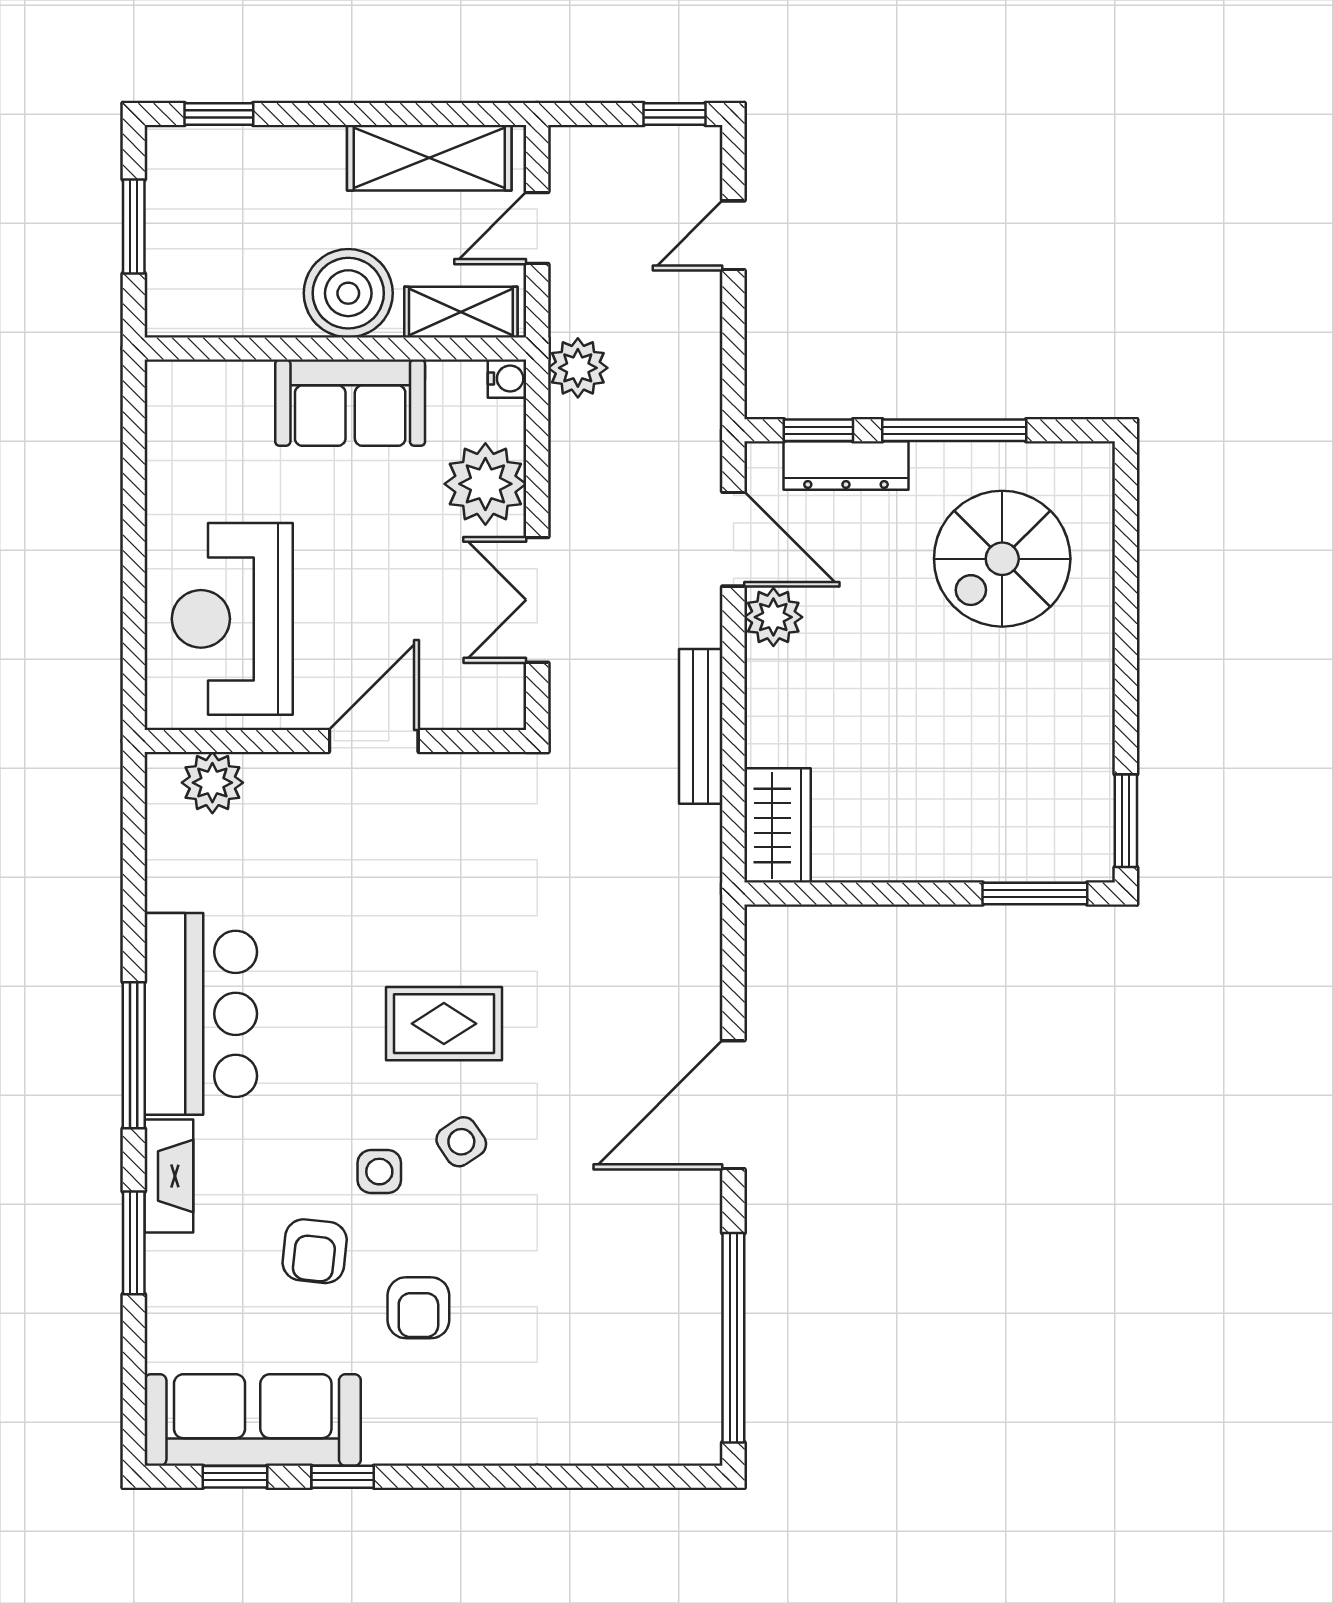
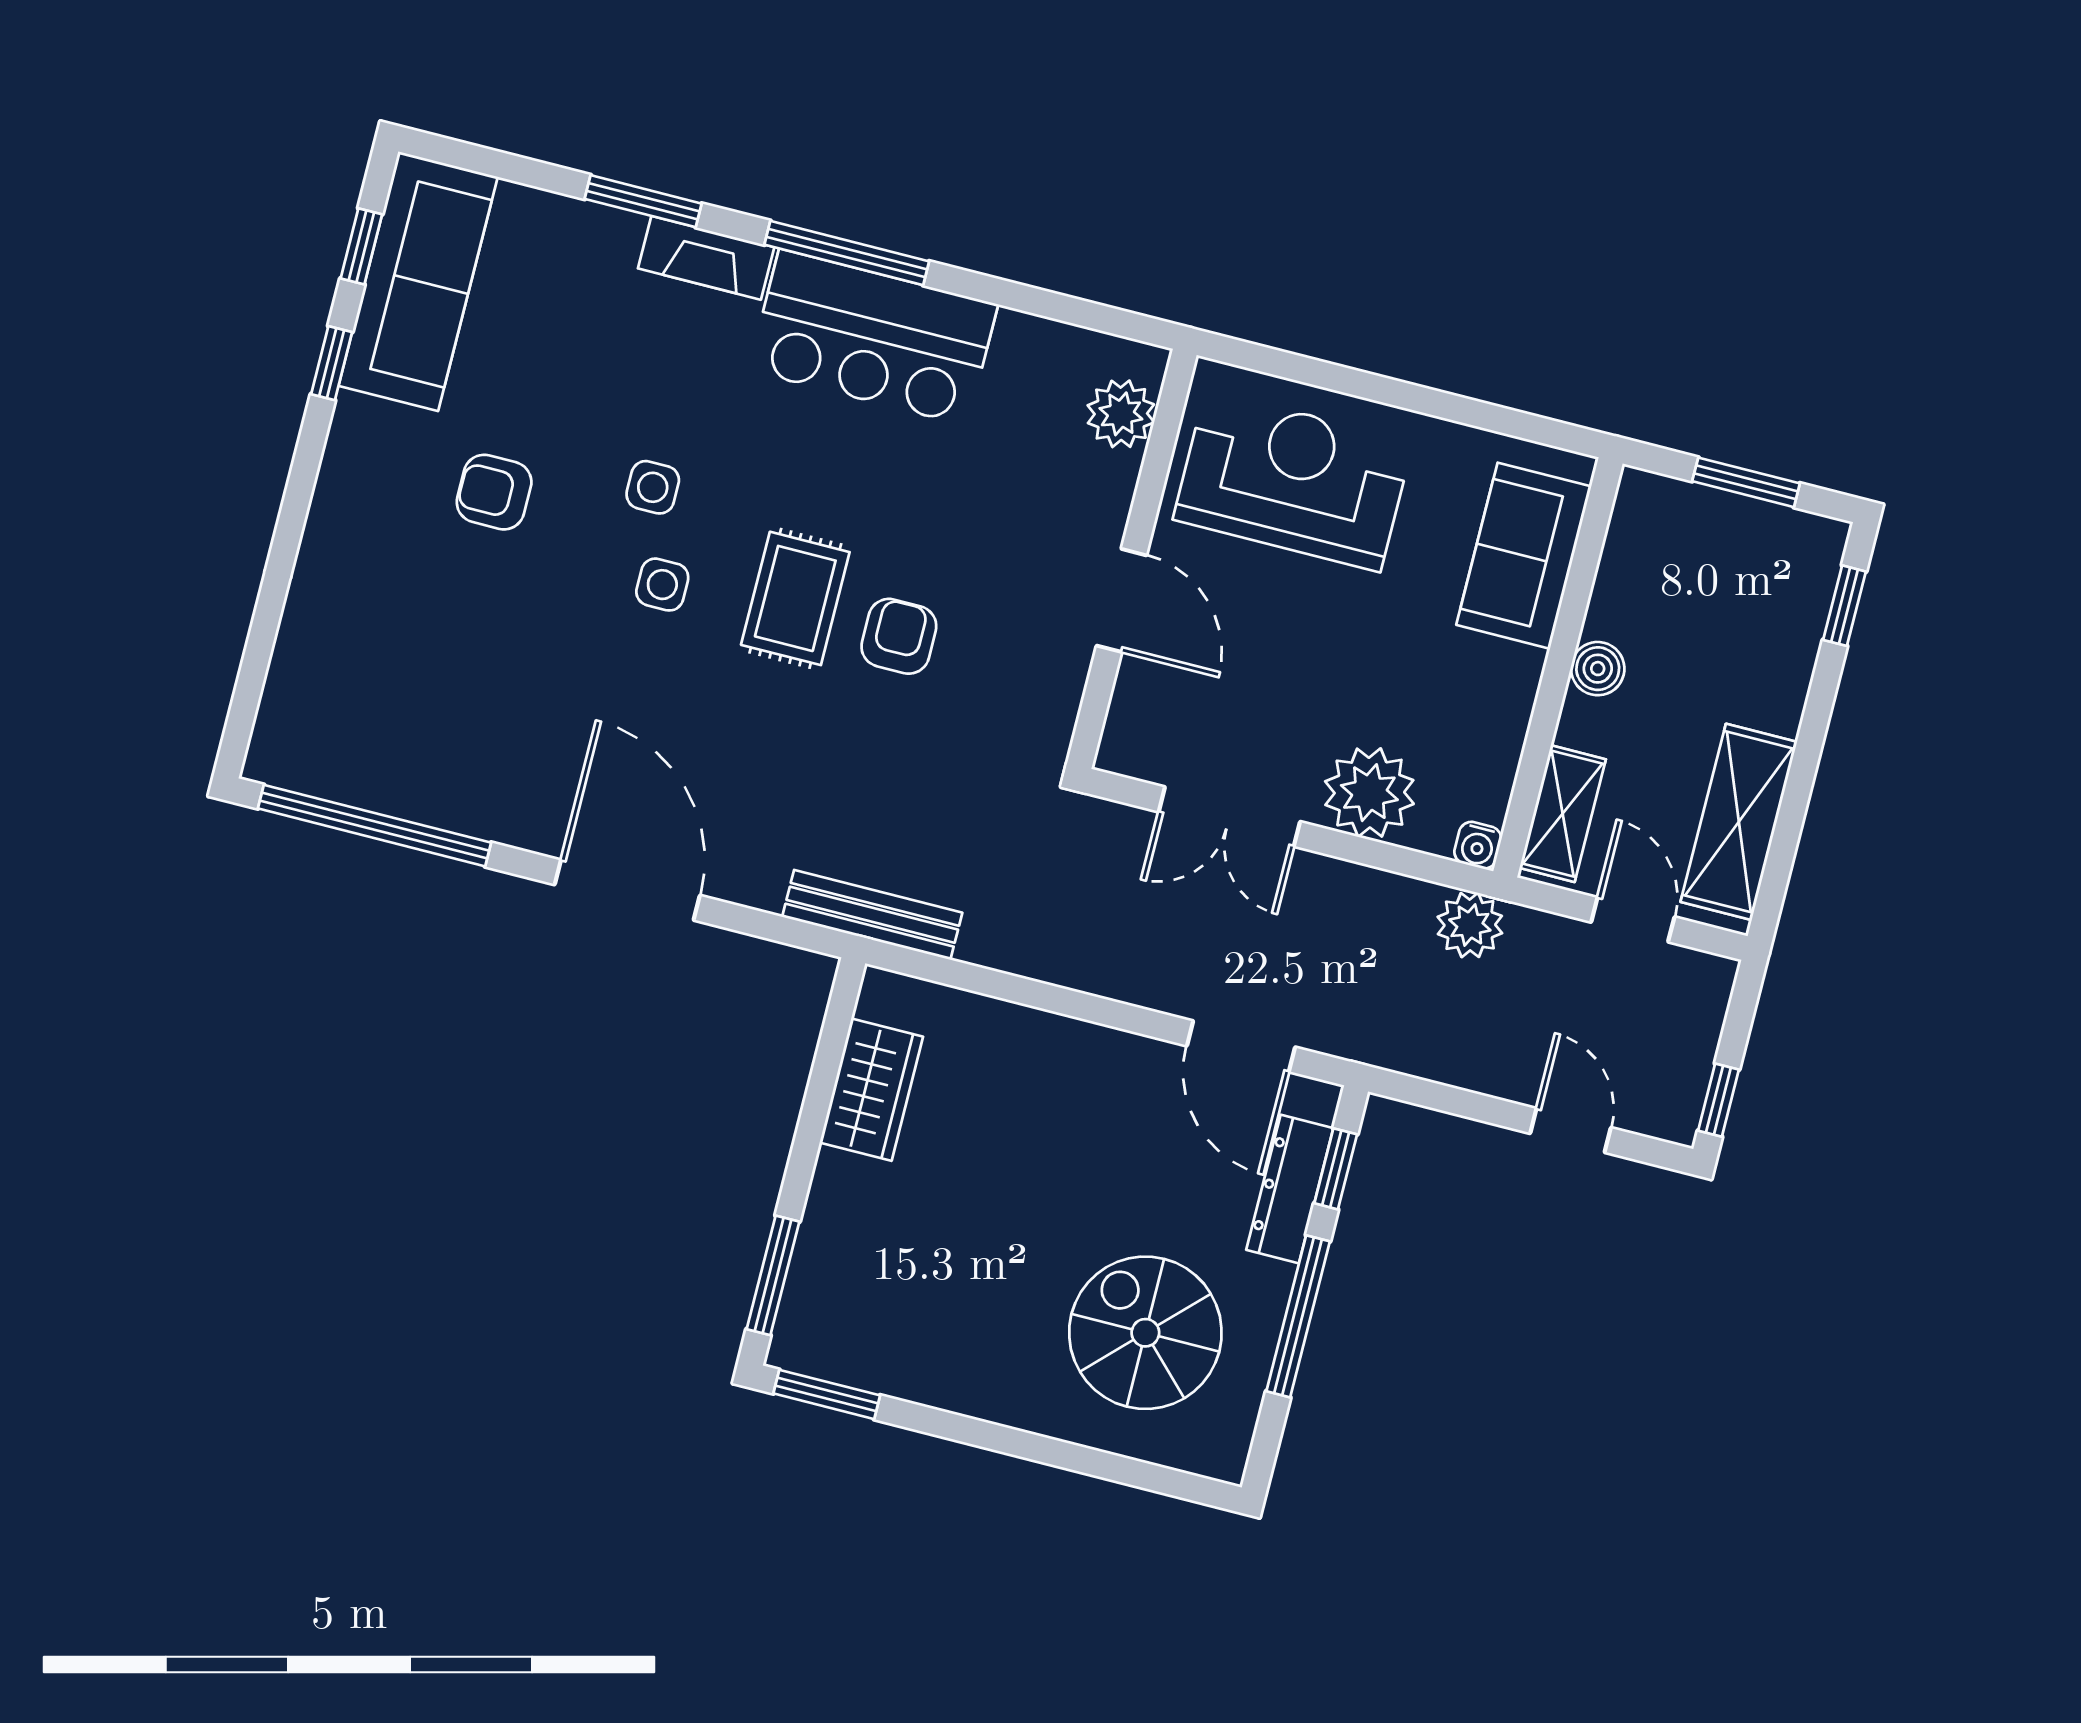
boiler: (348, 293) -> (1598, 669), width x0.54, depth x0.54
sofa: (350, 403) -> (1524, 556), moved
door: (733, 539) -> (1241, 1046), hinge flipped
double door: (537, 600) -> (1229, 817), swing flipped
plant: (773, 617) -> (1145, 1068), removed
bench: (701, 726) -> (872, 915), moved
wardrobe: (777, 825) -> (871, 1090), moved, turned -90
side table: (461, 1142) -> (662, 585), turned 34
armchair: (315, 1251) -> (899, 636), moved, turned 84

